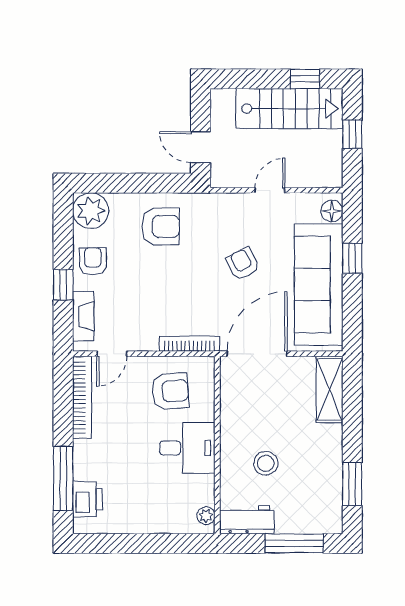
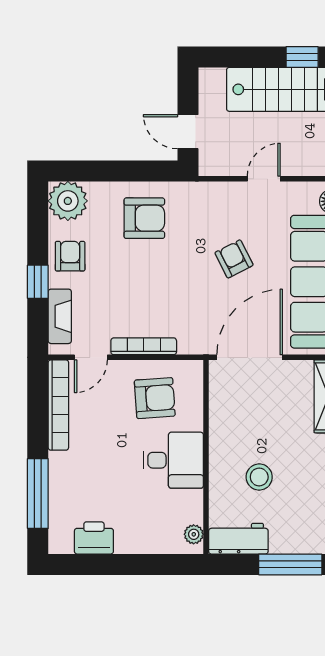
bookcase: (189, 344) -> (144, 346), moved
printer: (87, 499) -> (94, 538), moved, turned -90

